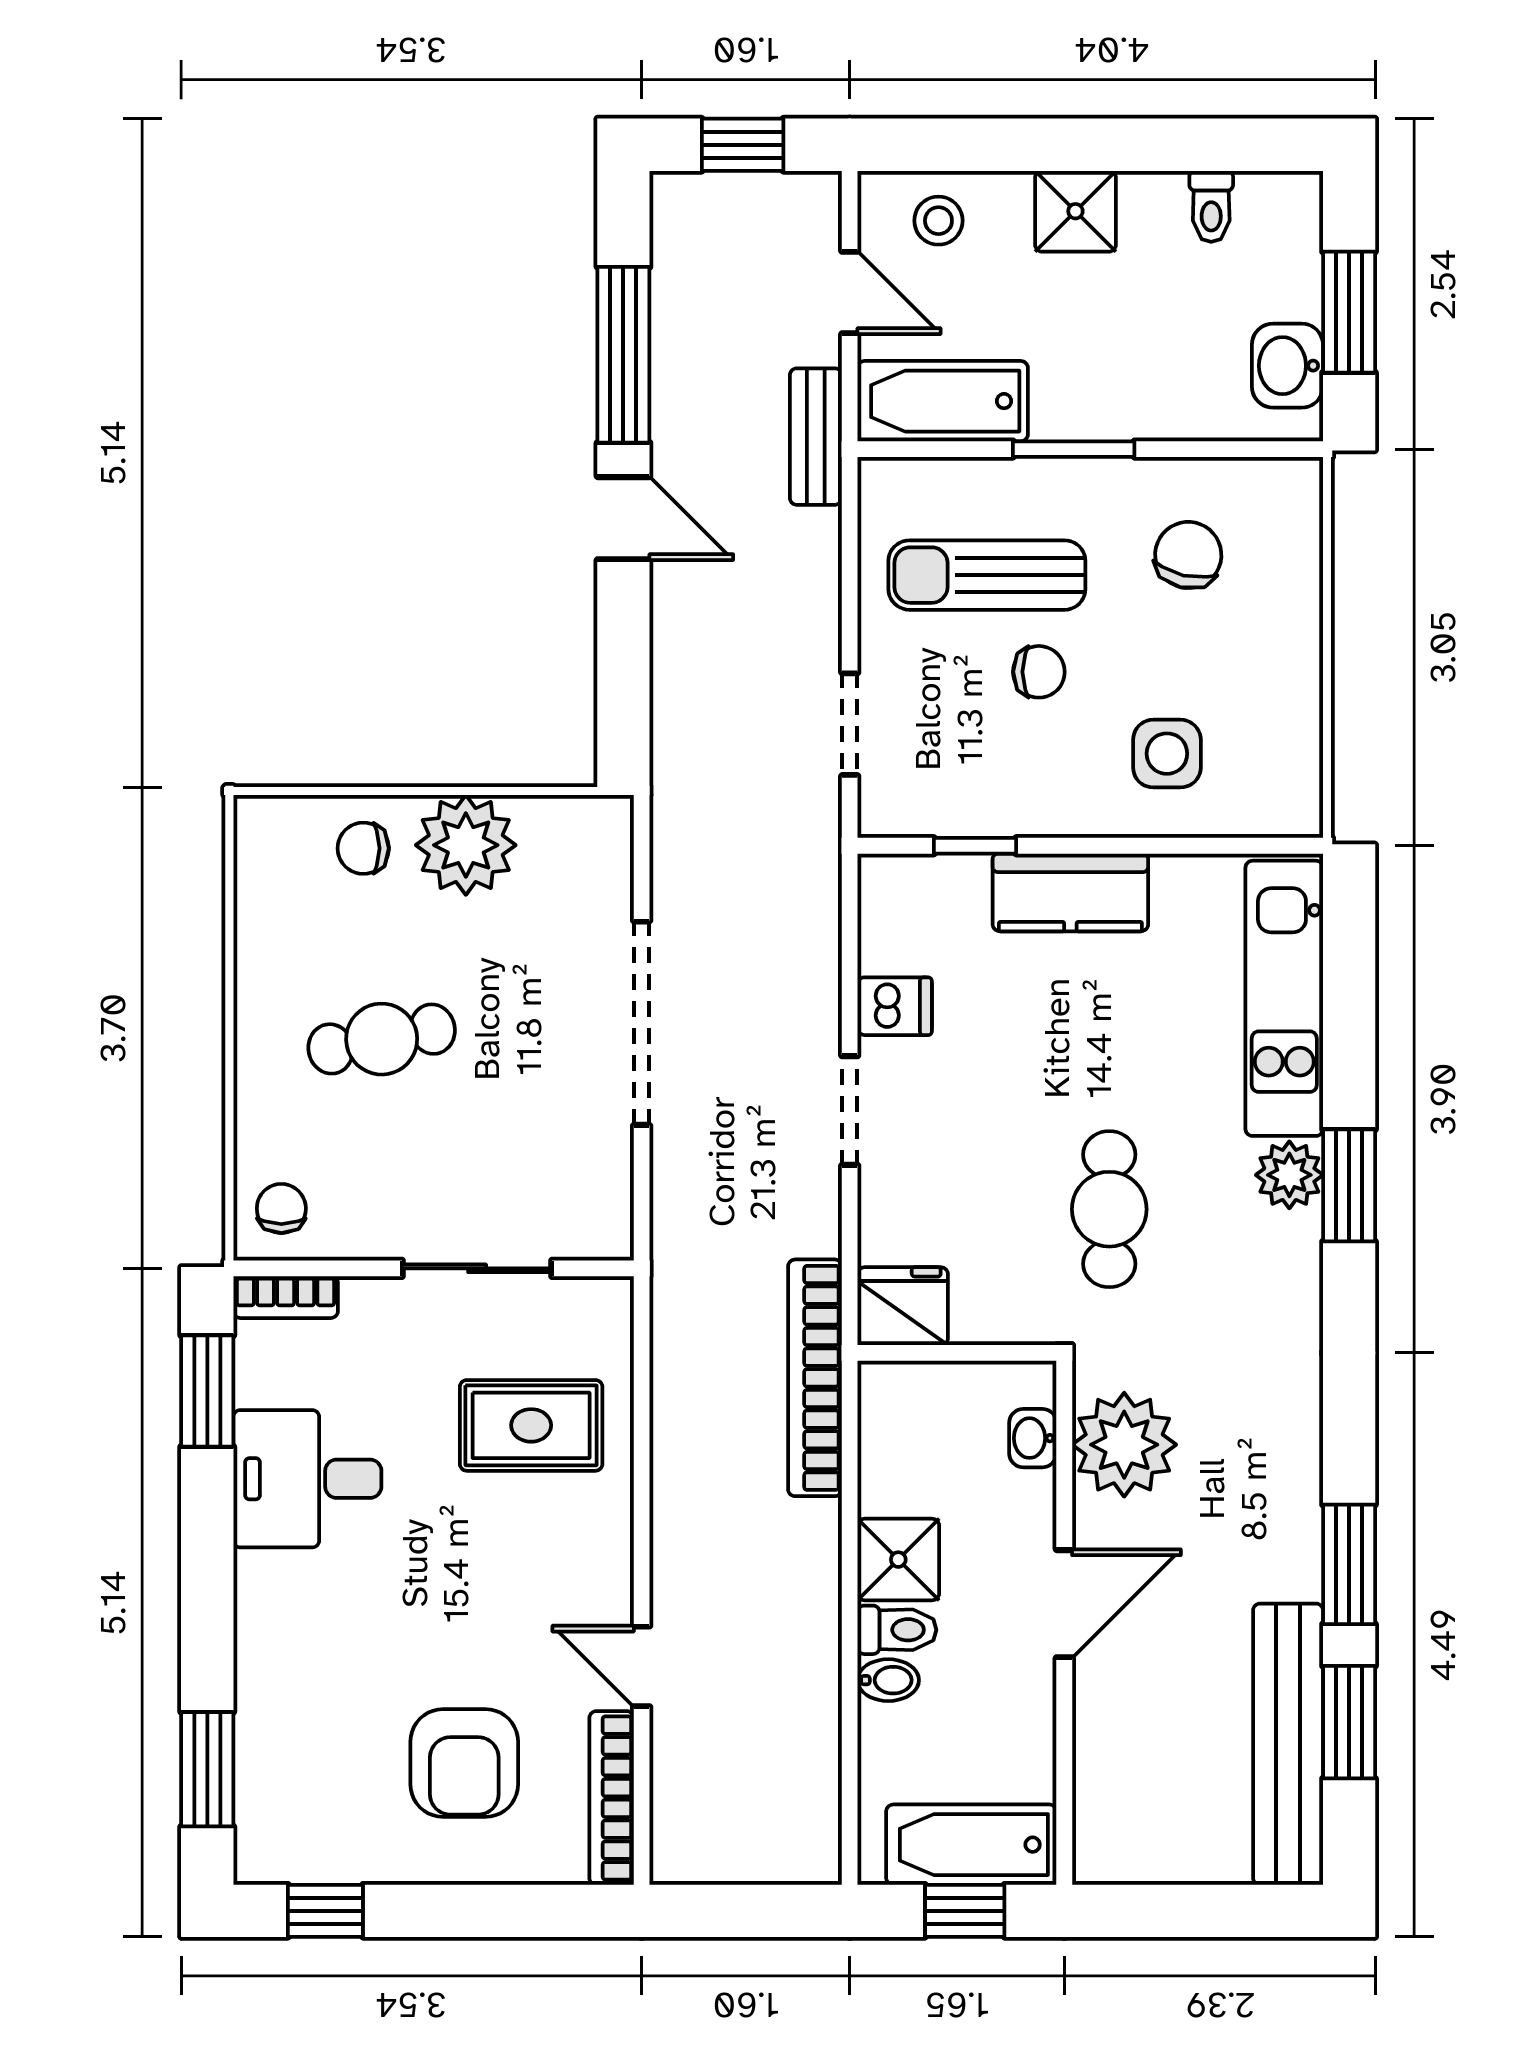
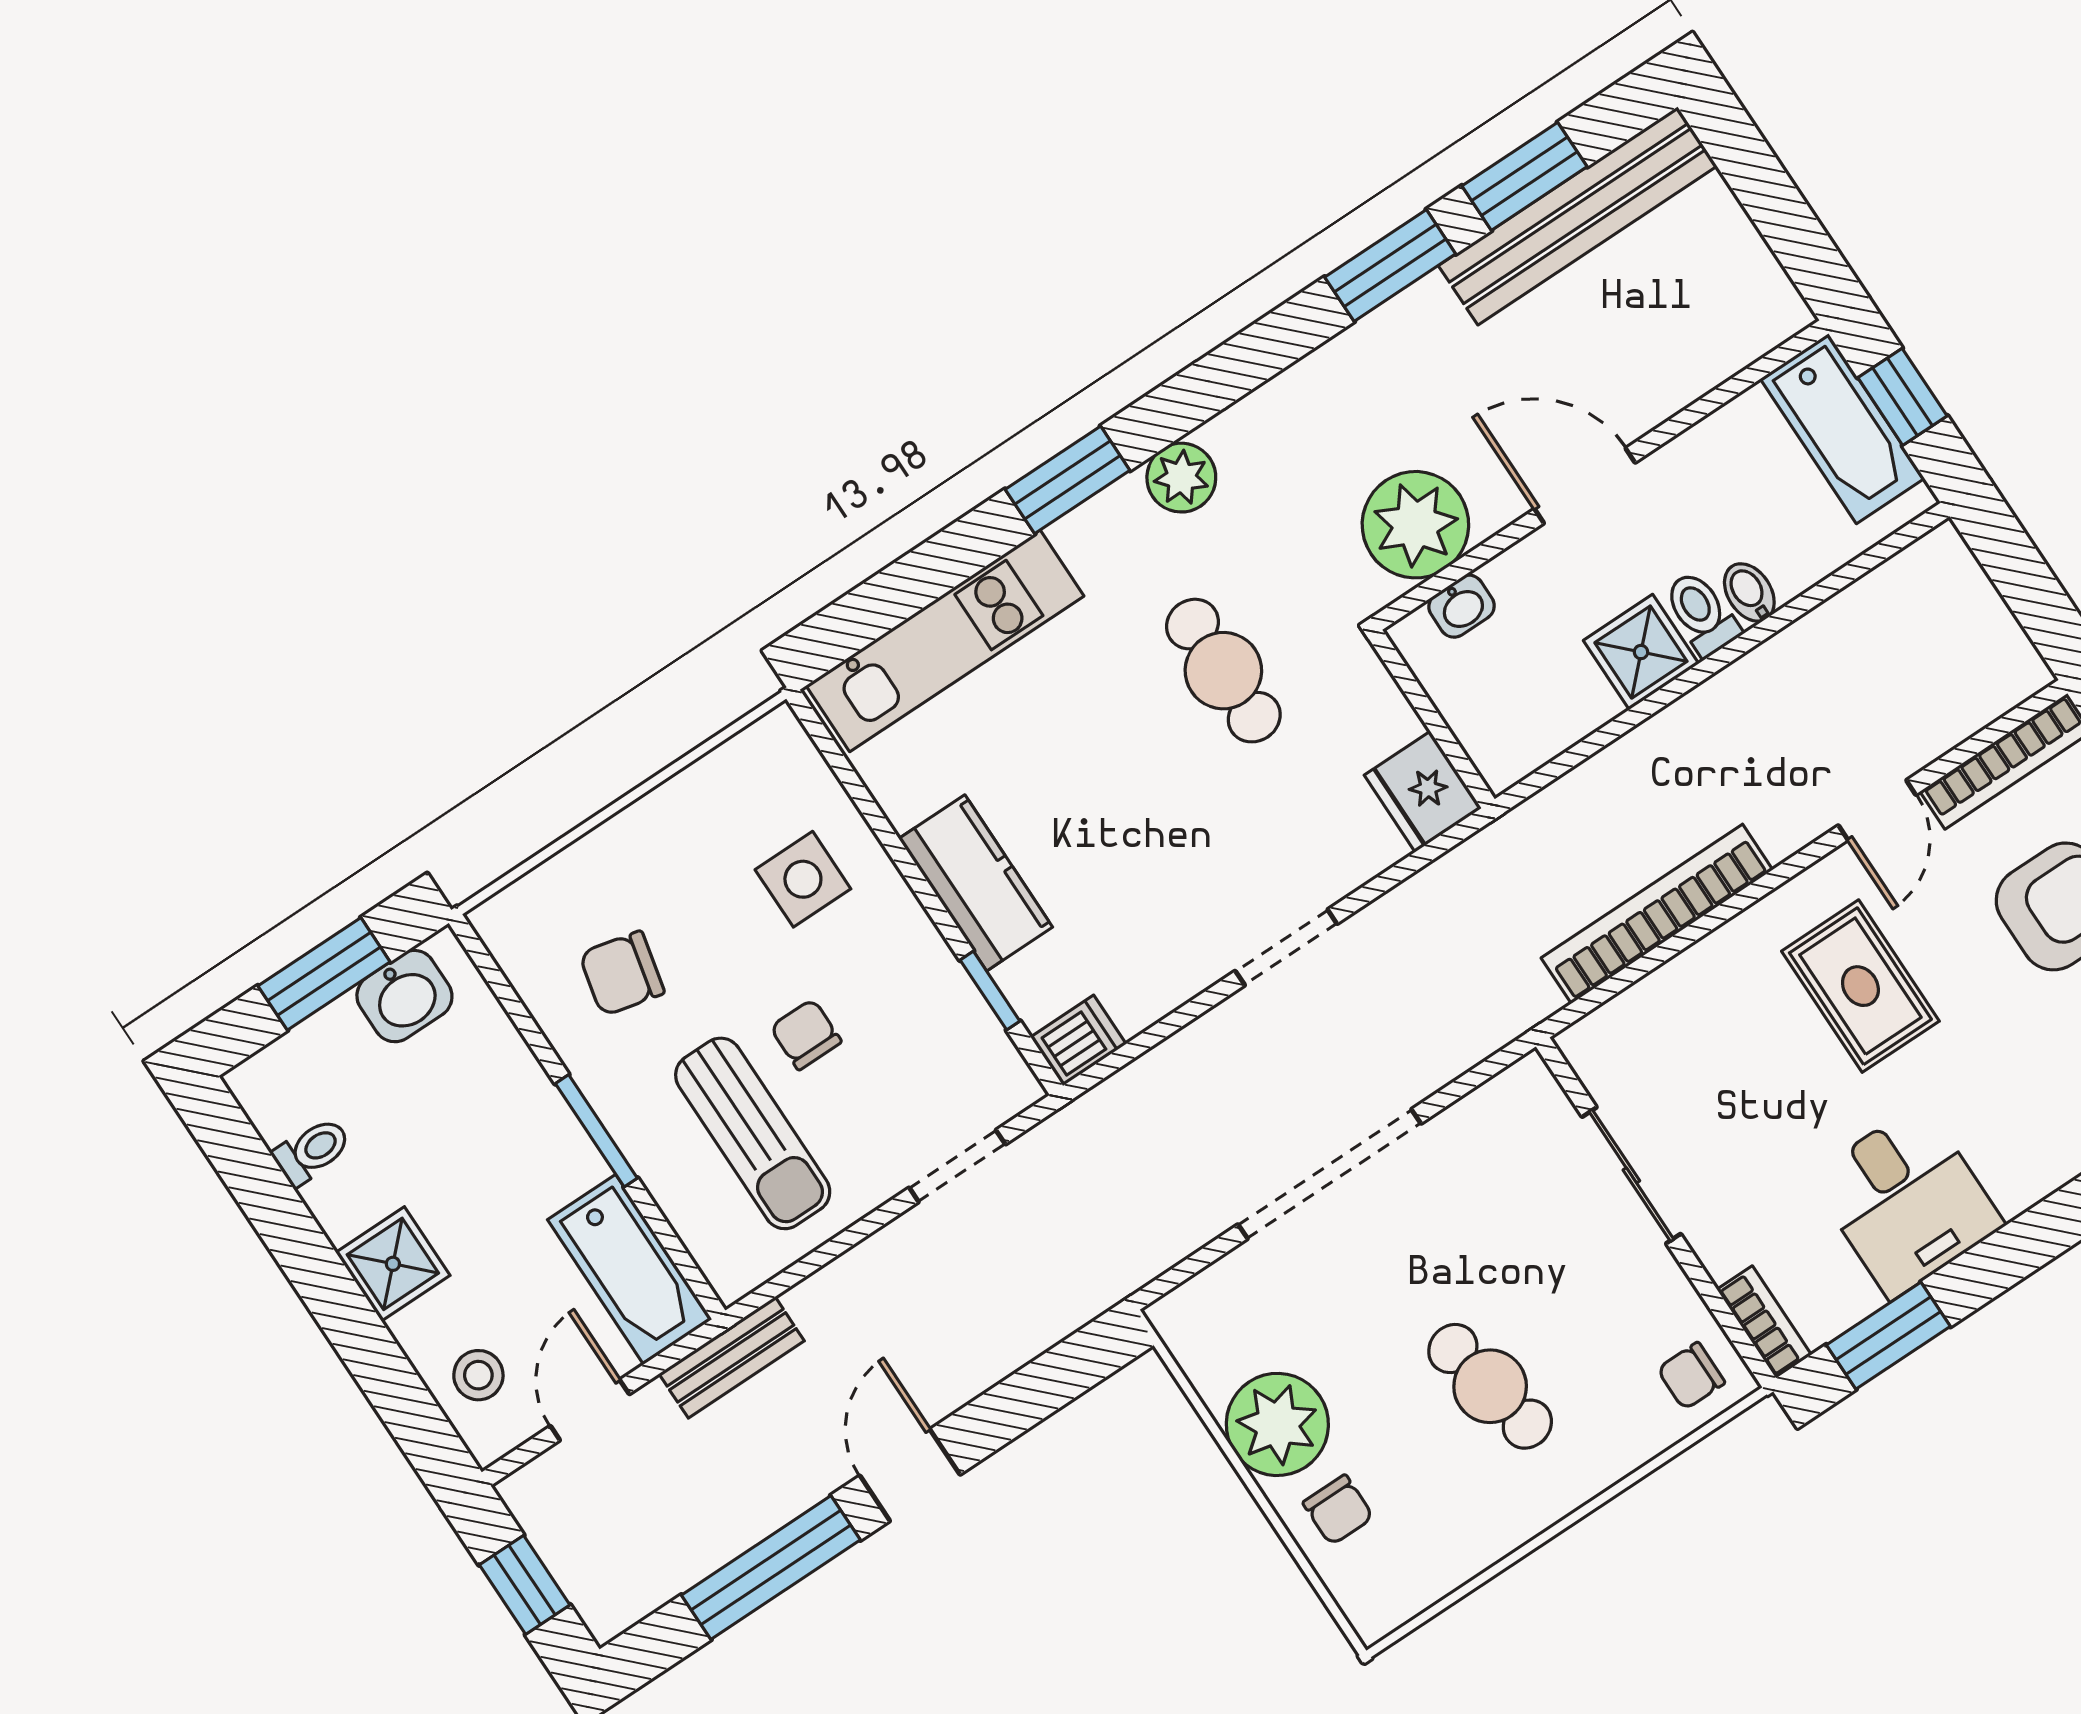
dishwasher: (895, 1006) -> (1078, 1041), moved, turned 90
plant: (1289, 1175) -> (1181, 478), moved
cafe table: (1109, 1209) -> (1223, 671), turned 90
bookcase: (815, 1378) -> (1657, 914), moved, turned 180
rug: (531, 1425) -> (1860, 986), moved

